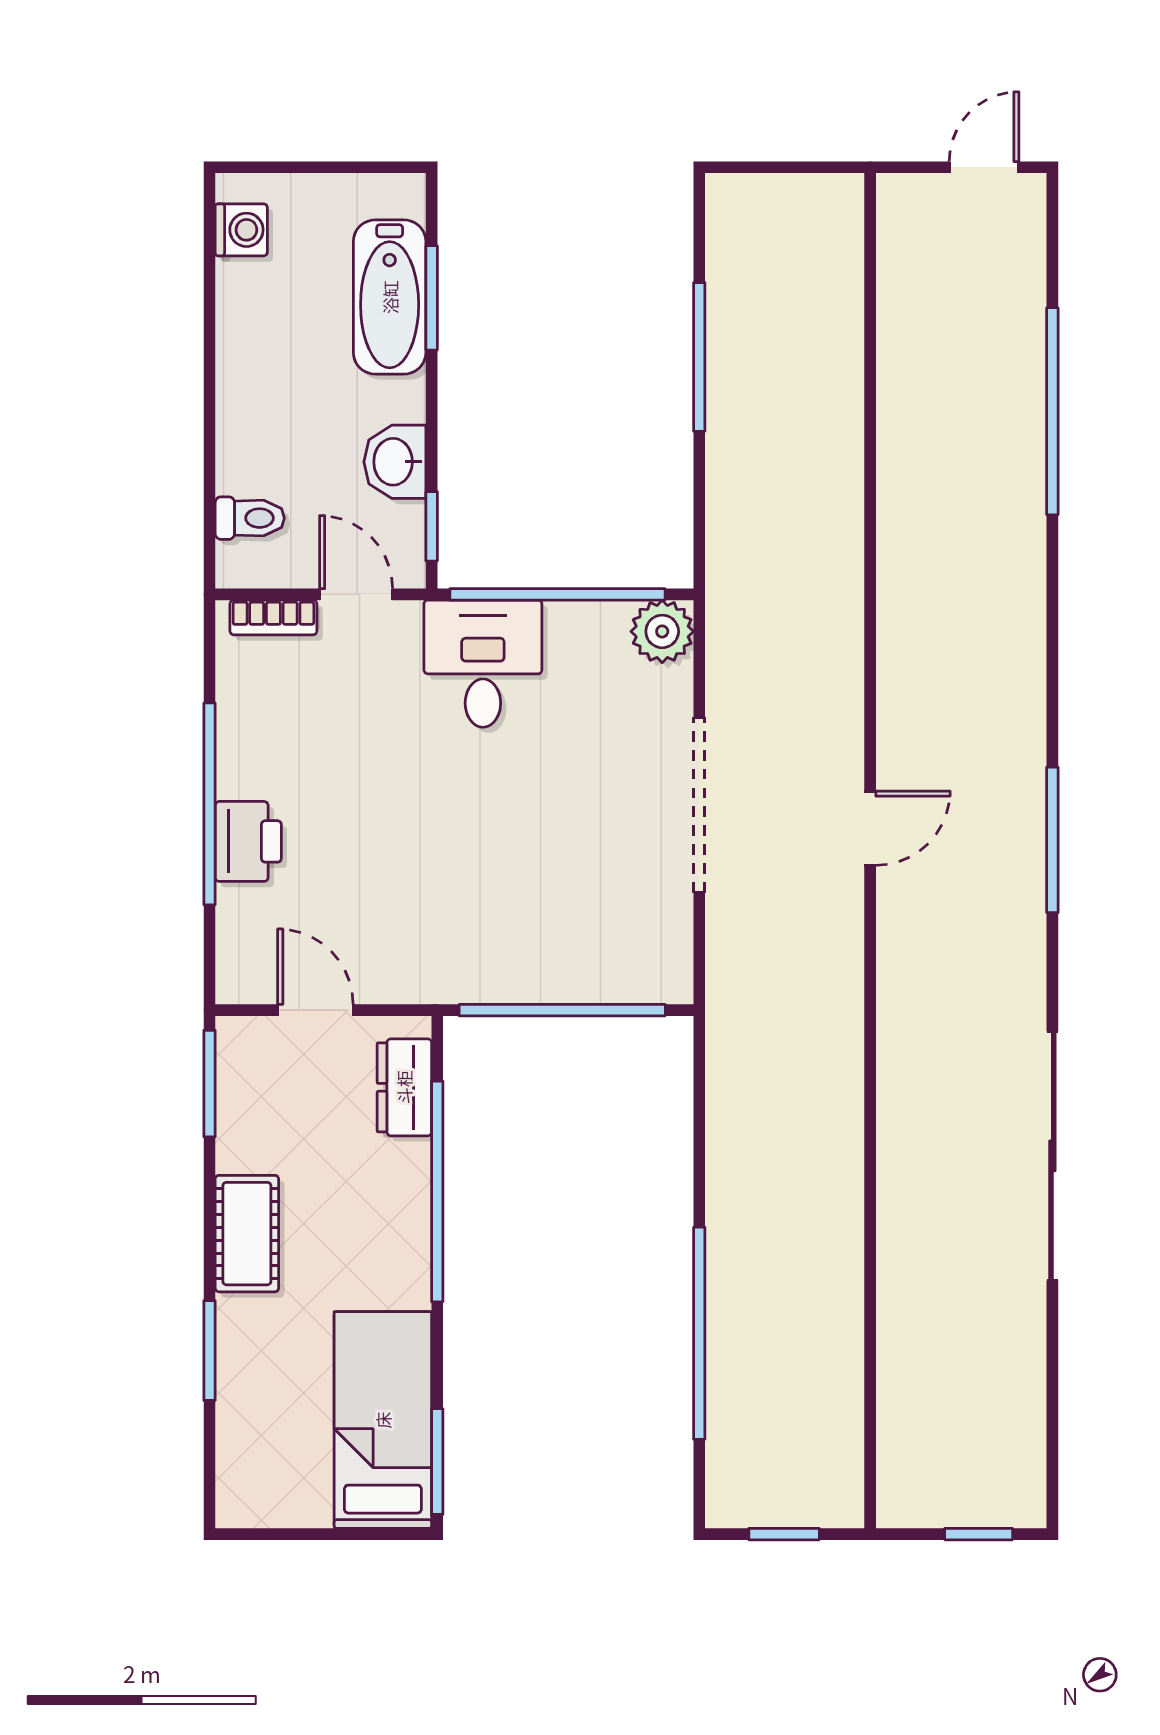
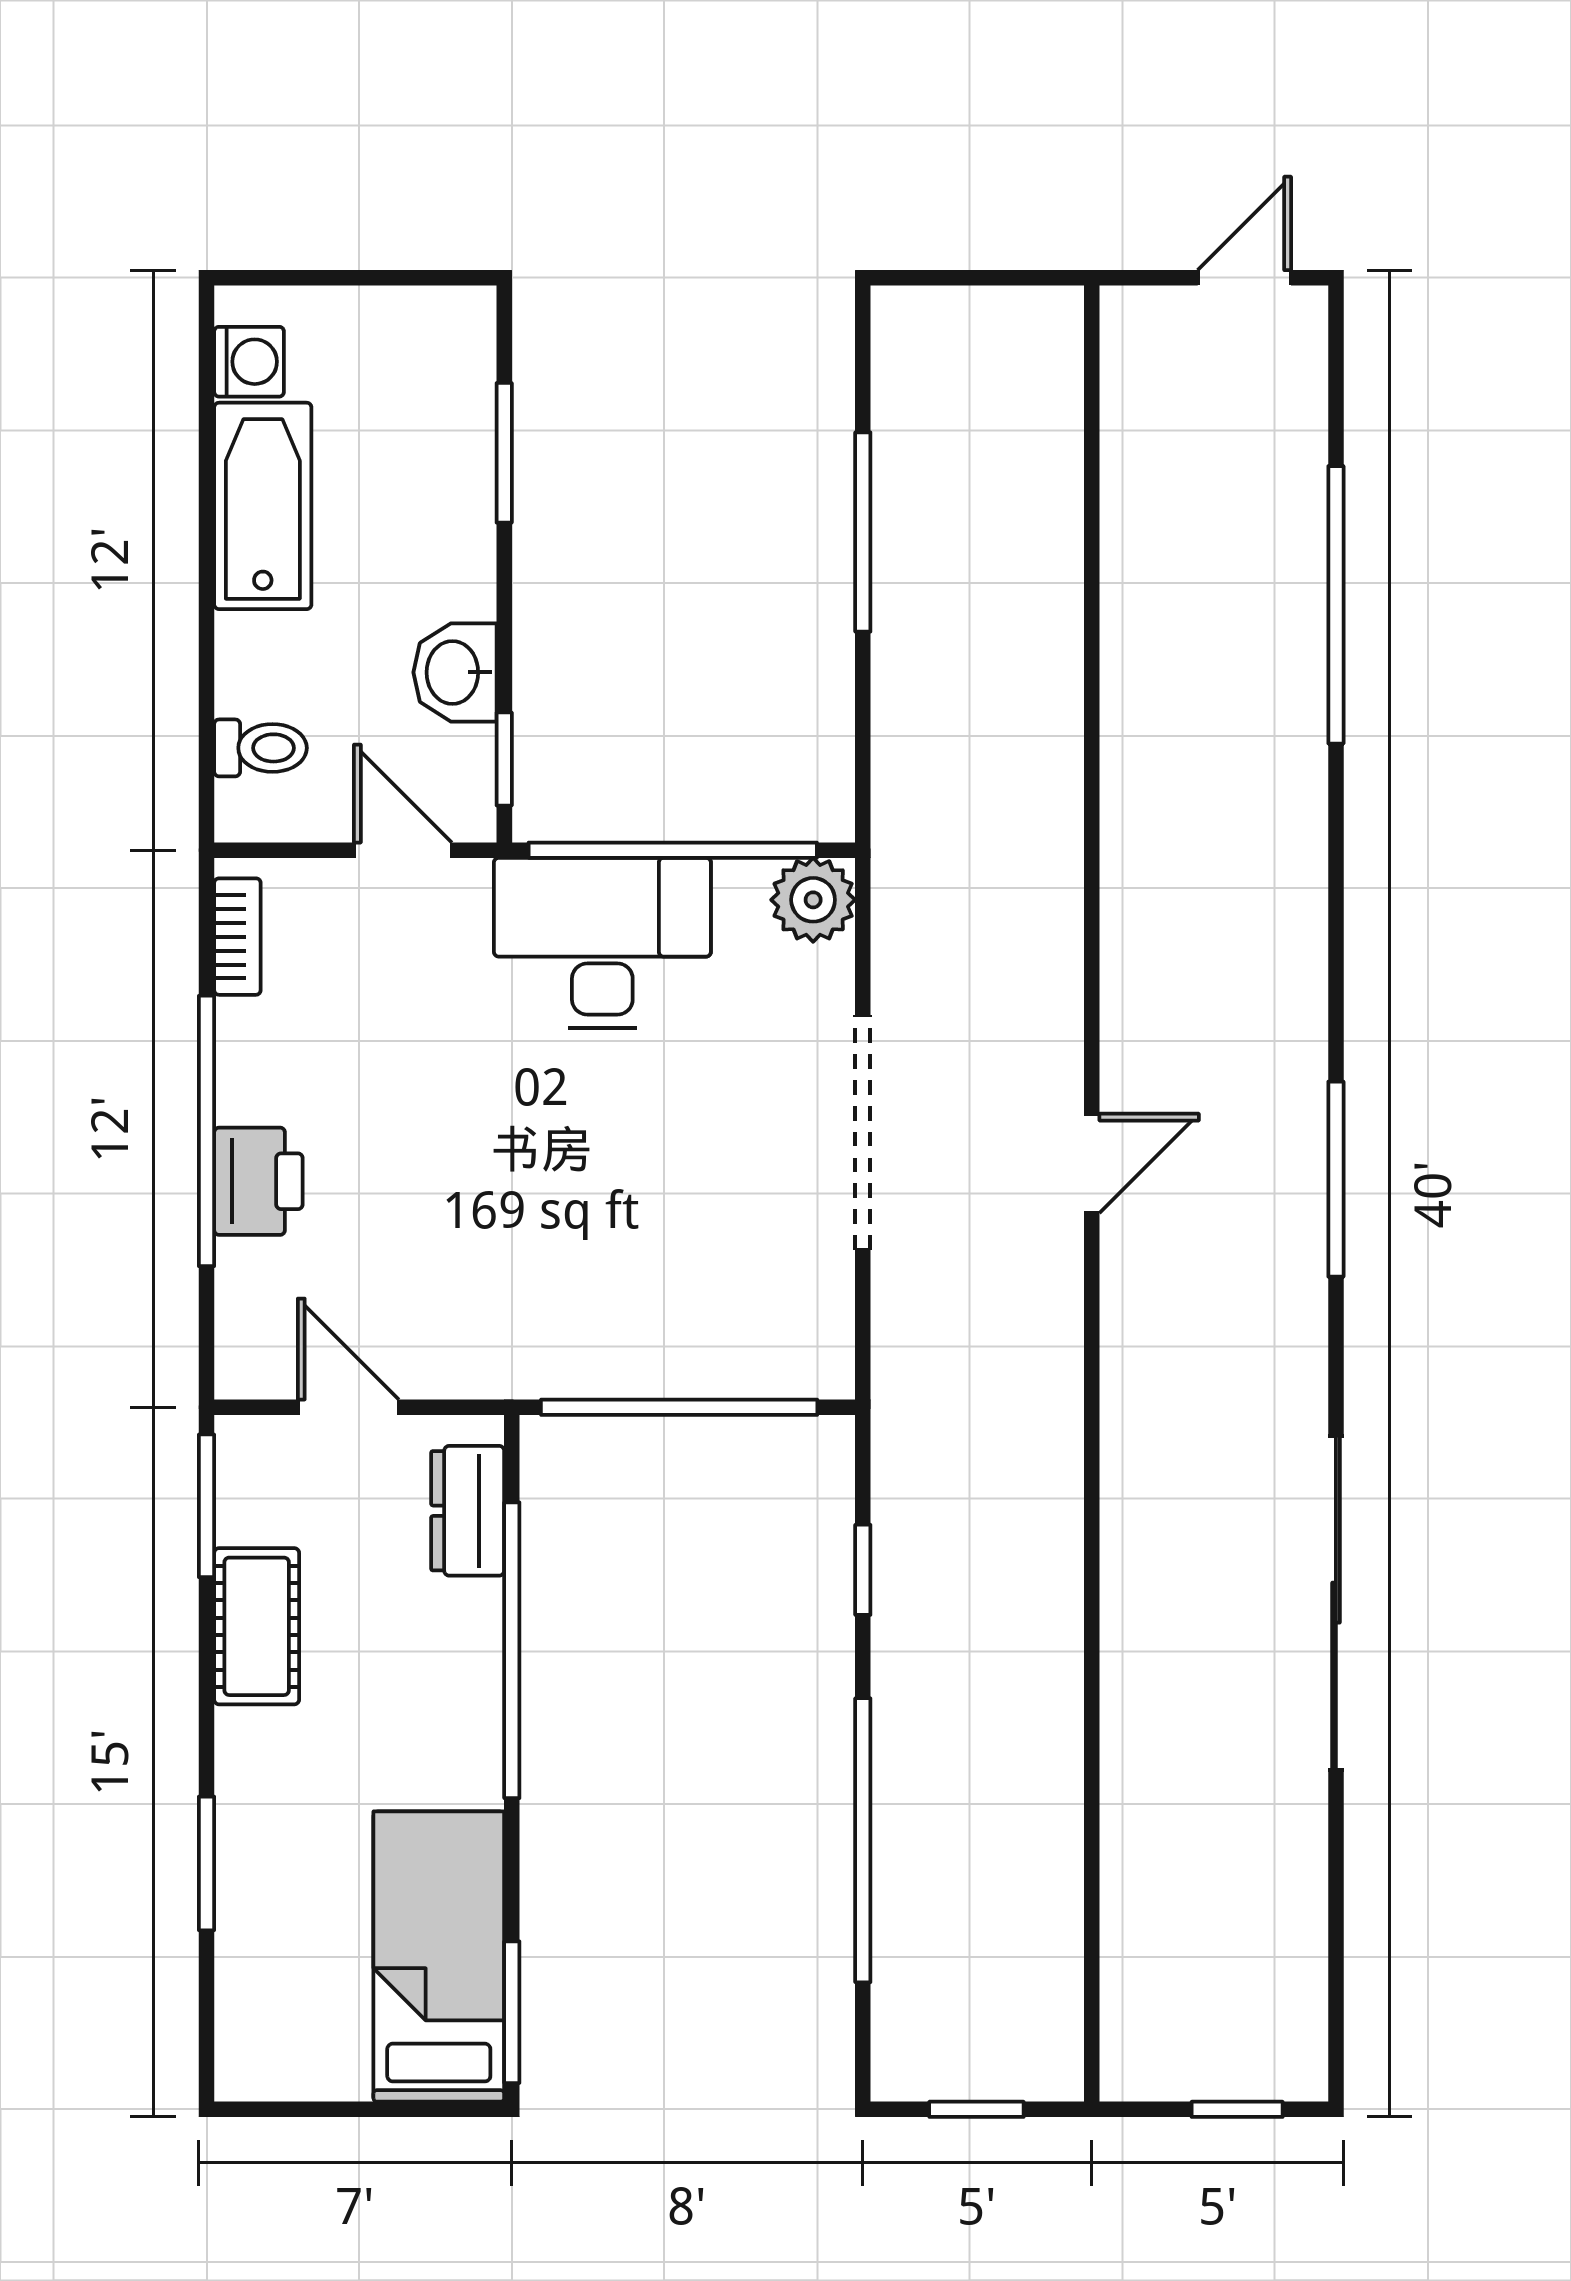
bathtub: (390, 297) -> (263, 506), moved, turned 180
bookcase: (273, 617) -> (237, 937), moved, turned -90
desk: (483, 664) -> (602, 943), width x1.37
window: (699, 1131) -> (863, 1570), added
cot: (247, 1234) -> (257, 1626), moved

